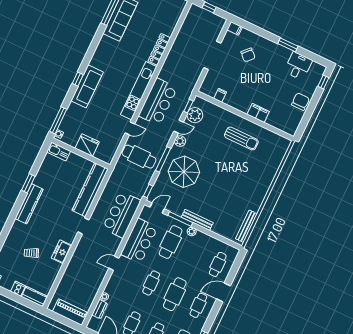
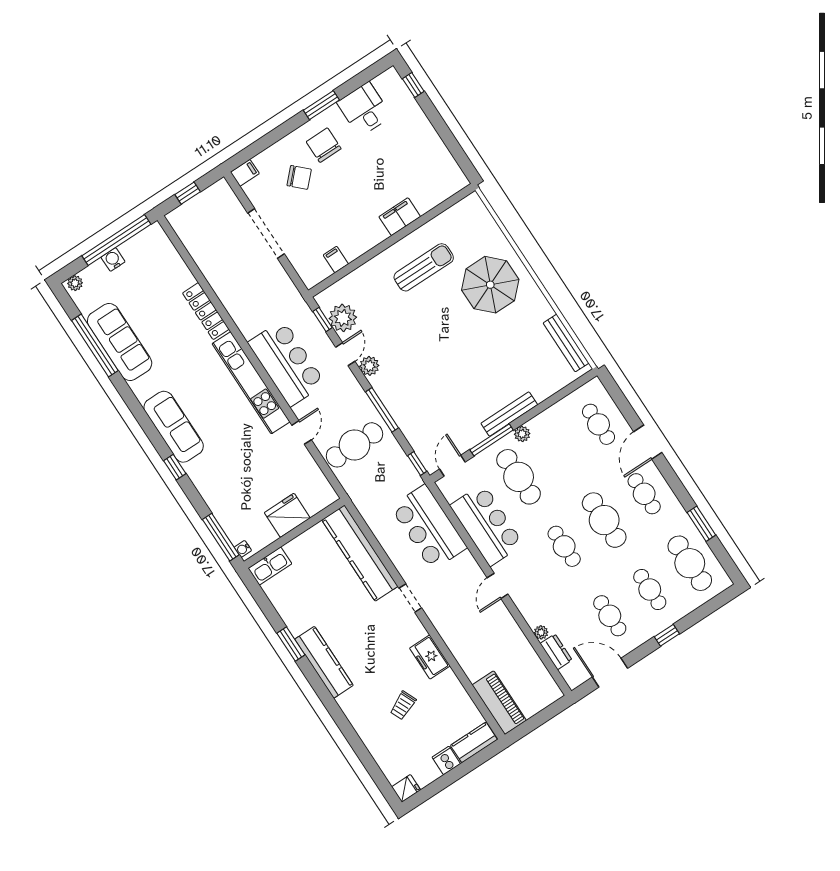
sofa: (87, 86) -> (174, 427), moved
chair: (300, 102) -> (324, 145), moved
parasol: (184, 172) -> (490, 285), moved
piano: (70, 312) -> (499, 703), moved, turned 90

